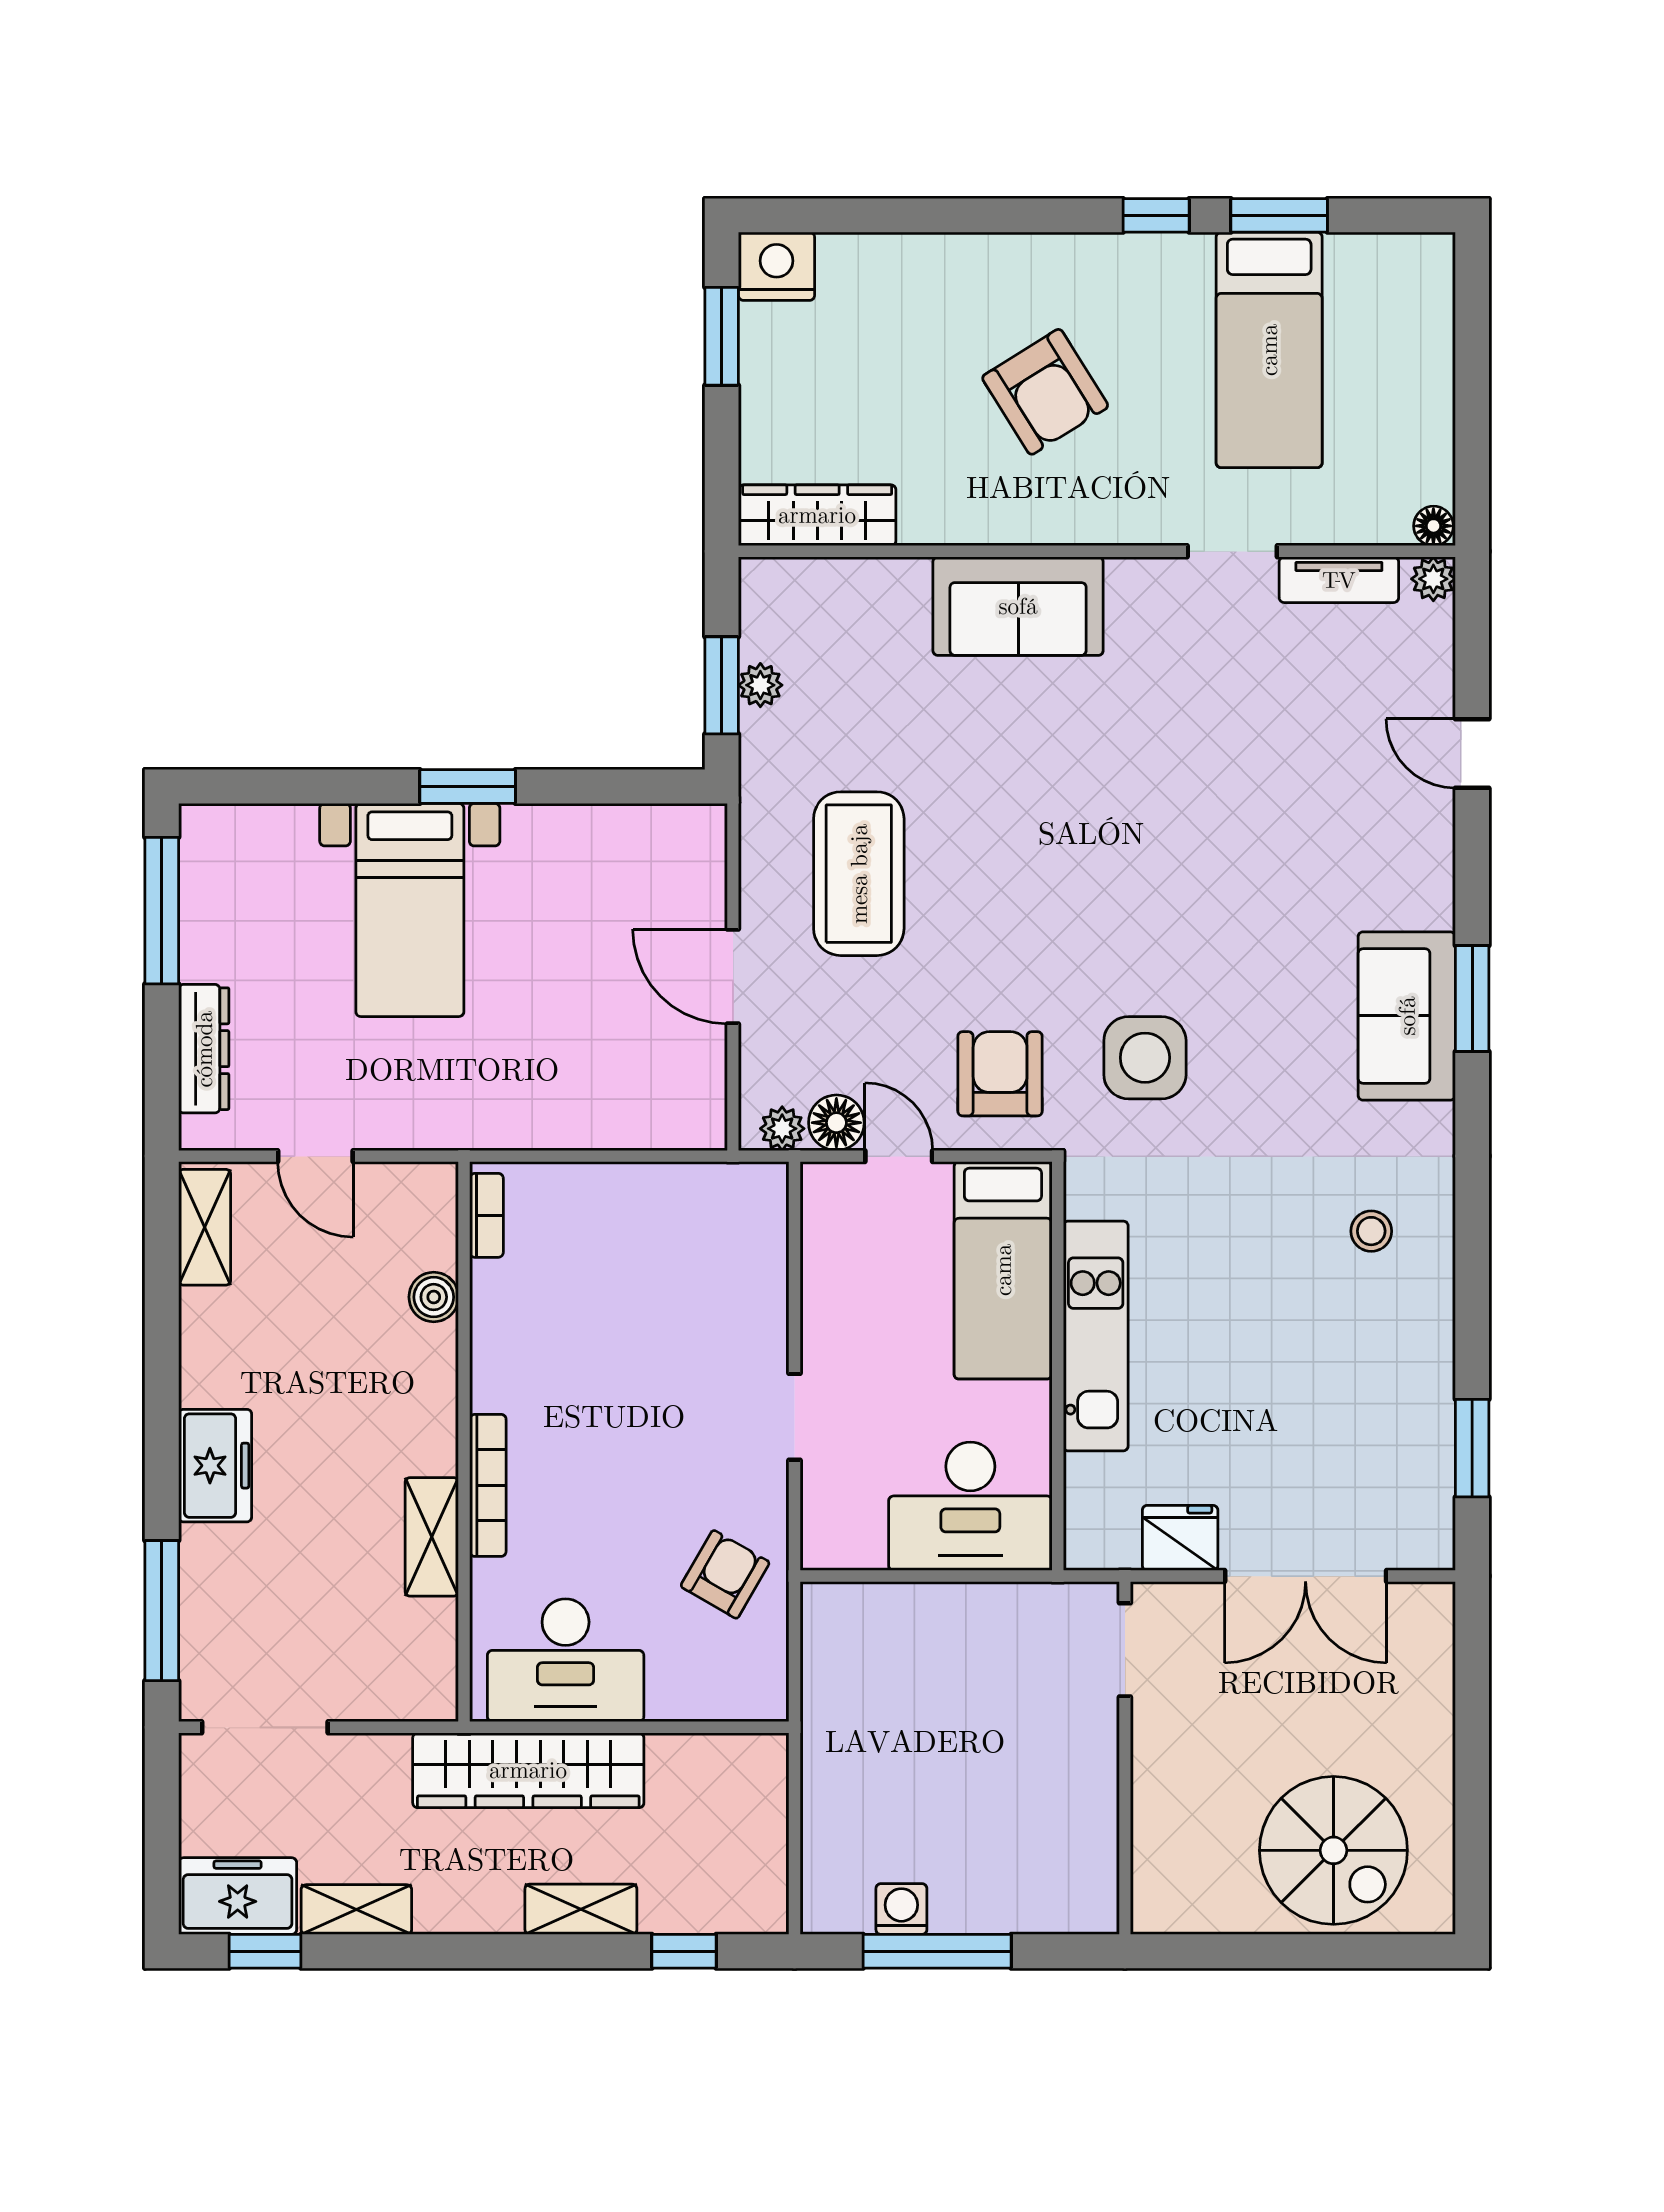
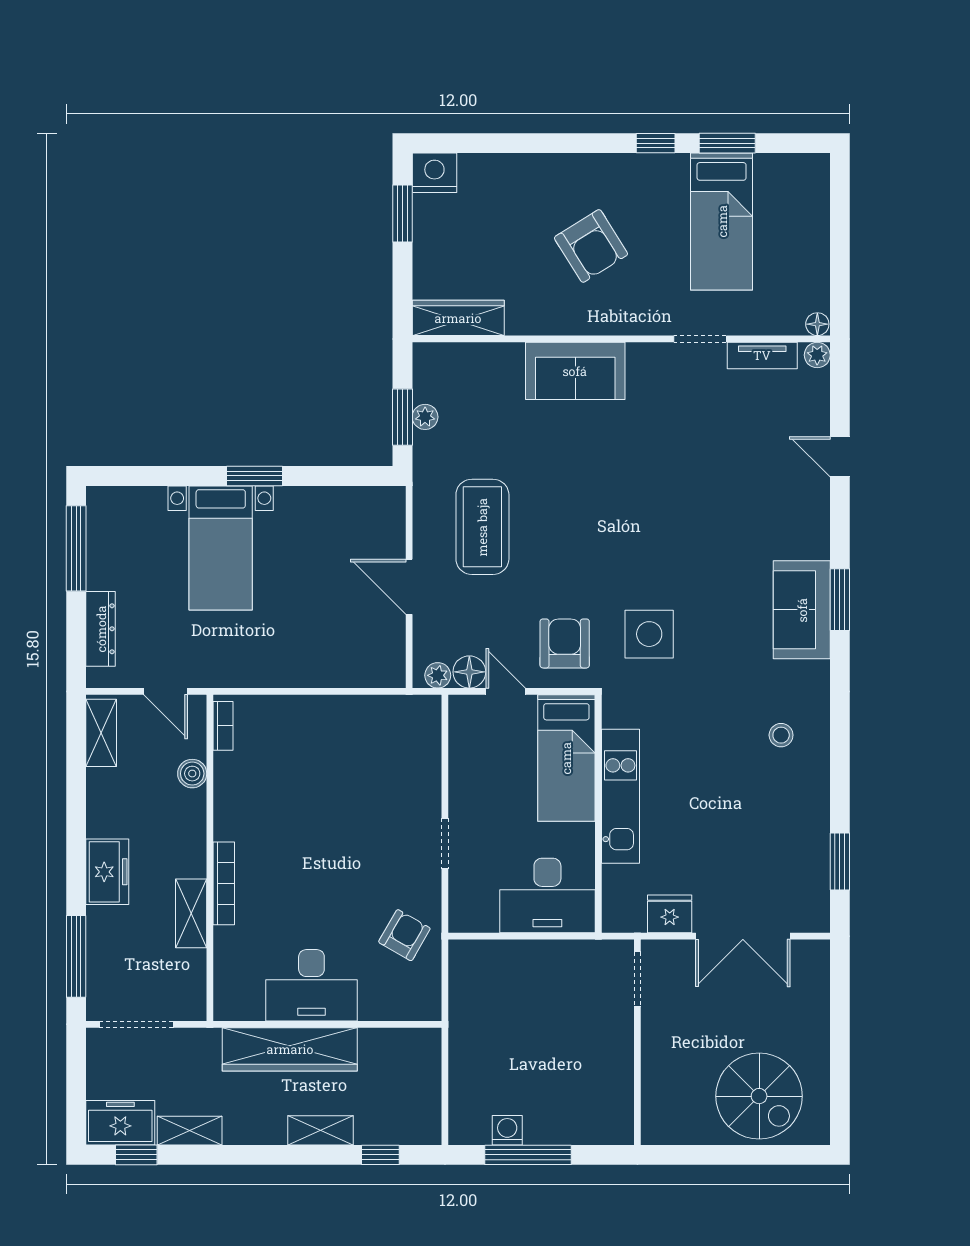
bookcase: (486, 1215) -> (223, 726), moved
boiler: (434, 1297) -> (192, 774), moved
wall: (464, 1442) -> (210, 858), moved
bookcase: (488, 1485) -> (224, 883), moved
shelving: (432, 1537) -> (191, 913), moved

